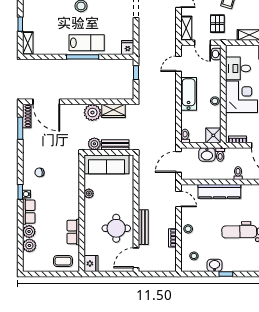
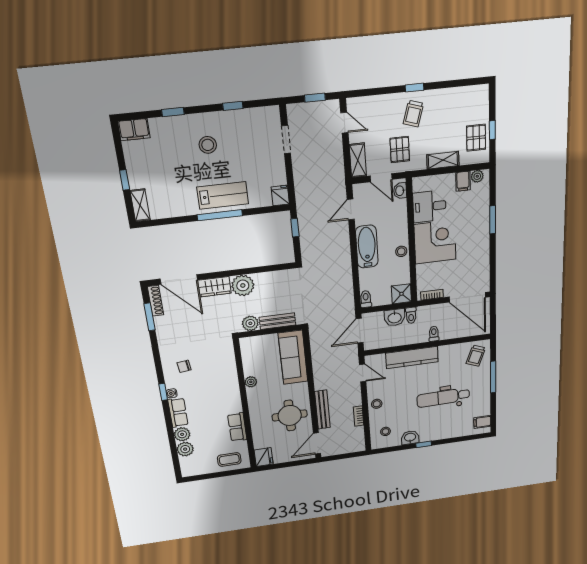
wardrobe: (113, 111) -> (215, 287), moved
sofa: (106, 164) -> (293, 357), moved, turned 90

